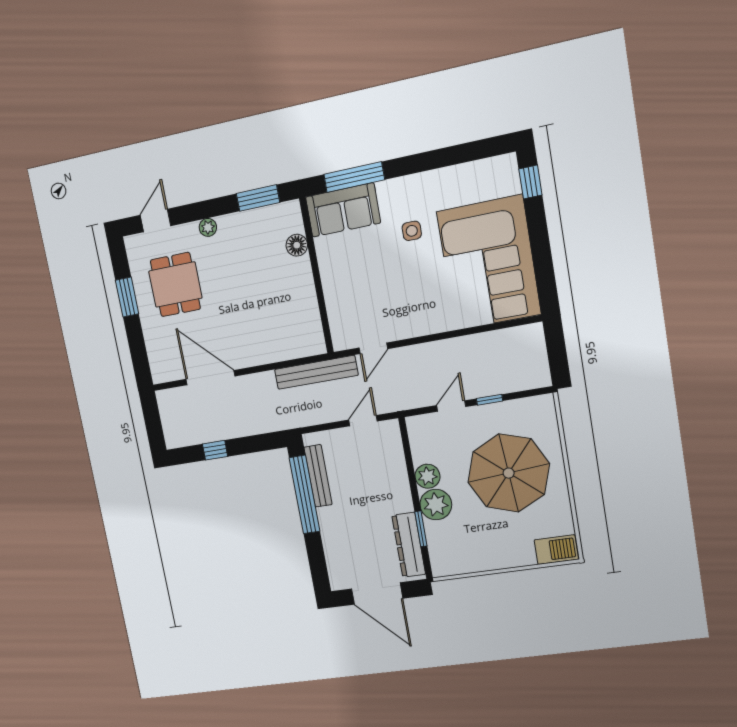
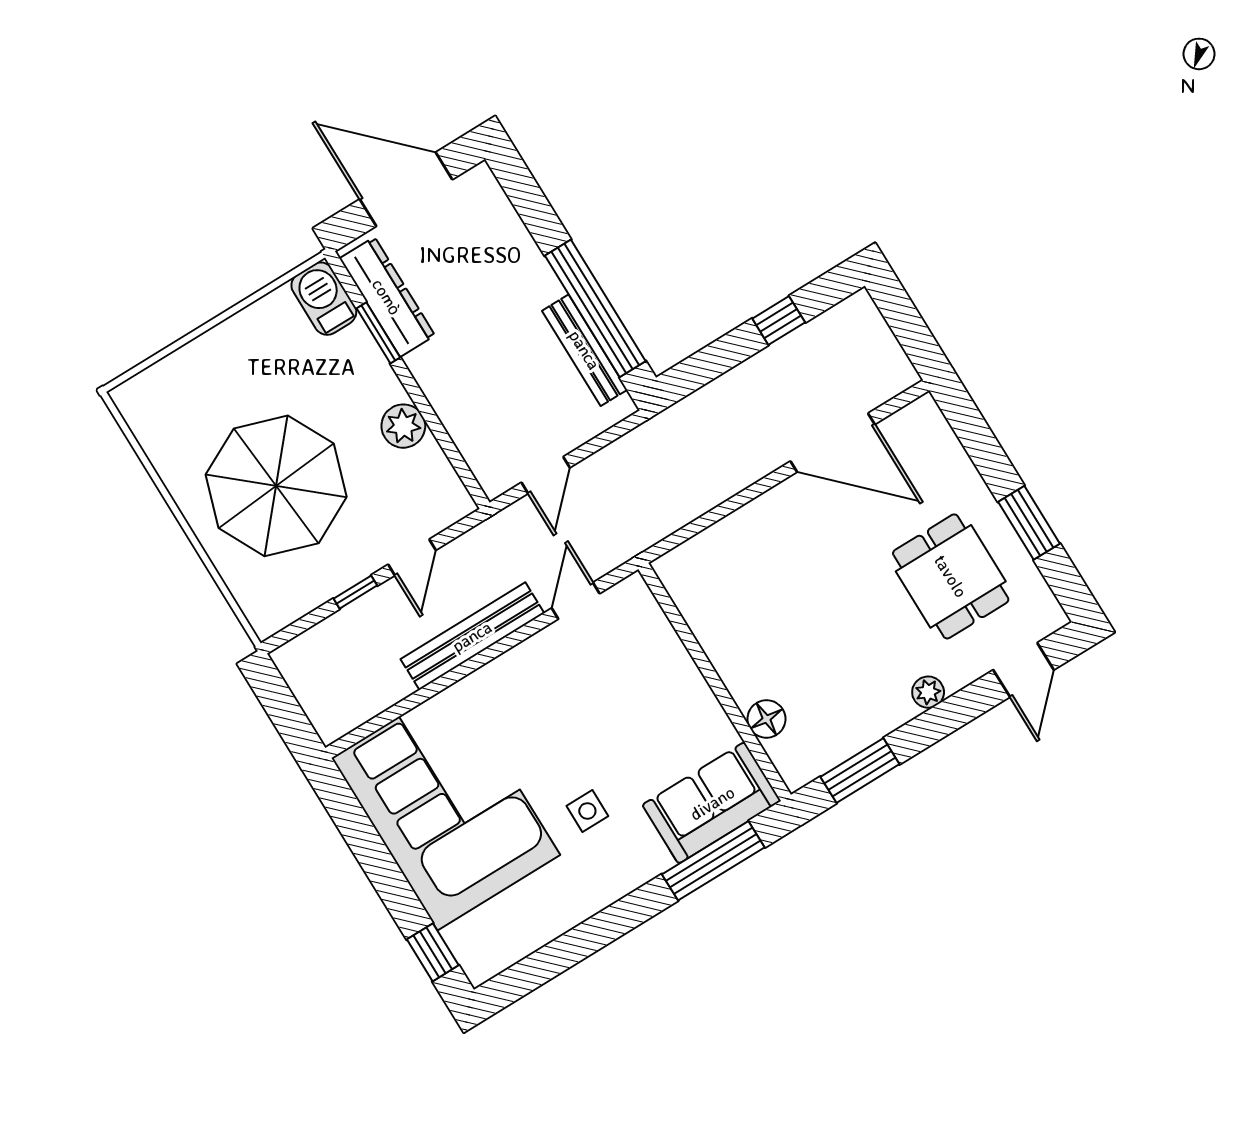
bench: (316, 372) -> (472, 636), moved
plant: (436, 505) -> (371, 384), removed
barbecue: (556, 550) -> (324, 299), moved, turned 90

